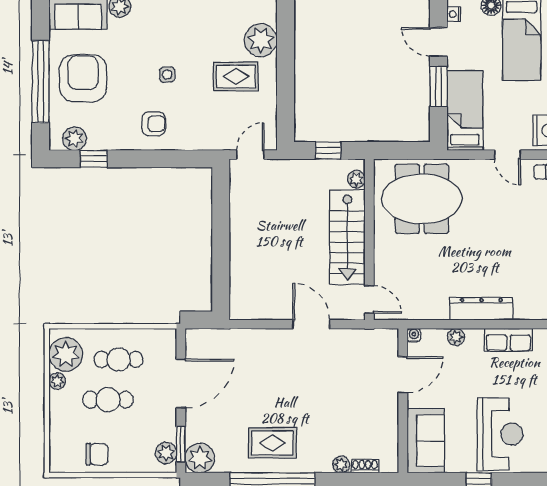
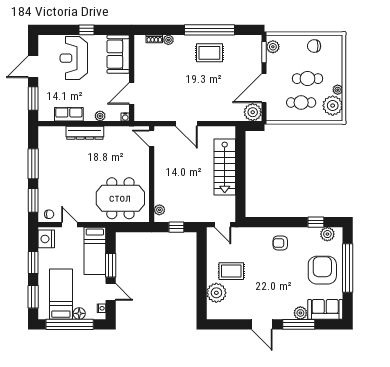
side table: (167, 75) -> (272, 272), removed
armchair: (83, 78) -> (322, 270), turned 180
door: (250, 155) -> (223, 225), hinge flipped
stairs: (347, 237) -> (225, 167), moved, turned 180
plant: (200, 458) -> (253, 112), moved

